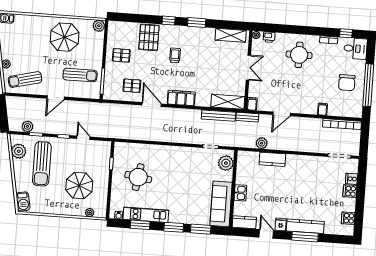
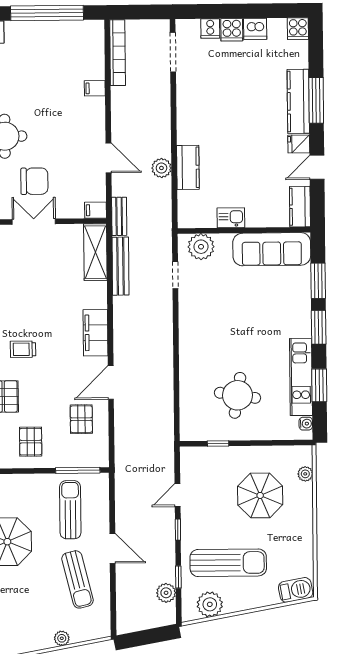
sun lounger: (25, 80) -> (78, 579), moved
chair: (347, 83) -> (34, 181), moved
plant: (262, 143) -> (161, 168), moved
kitchen sink: (240, 193) -> (231, 218), moved
dishwasher: (349, 205) -> (255, 29), added
cooker: (348, 218) -> (298, 29), moved

